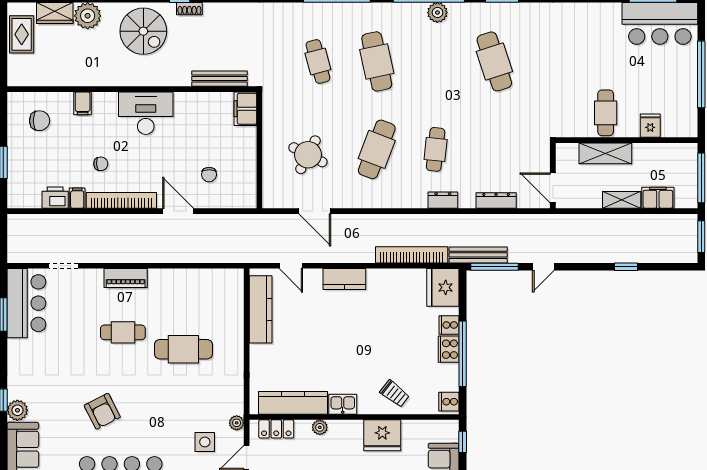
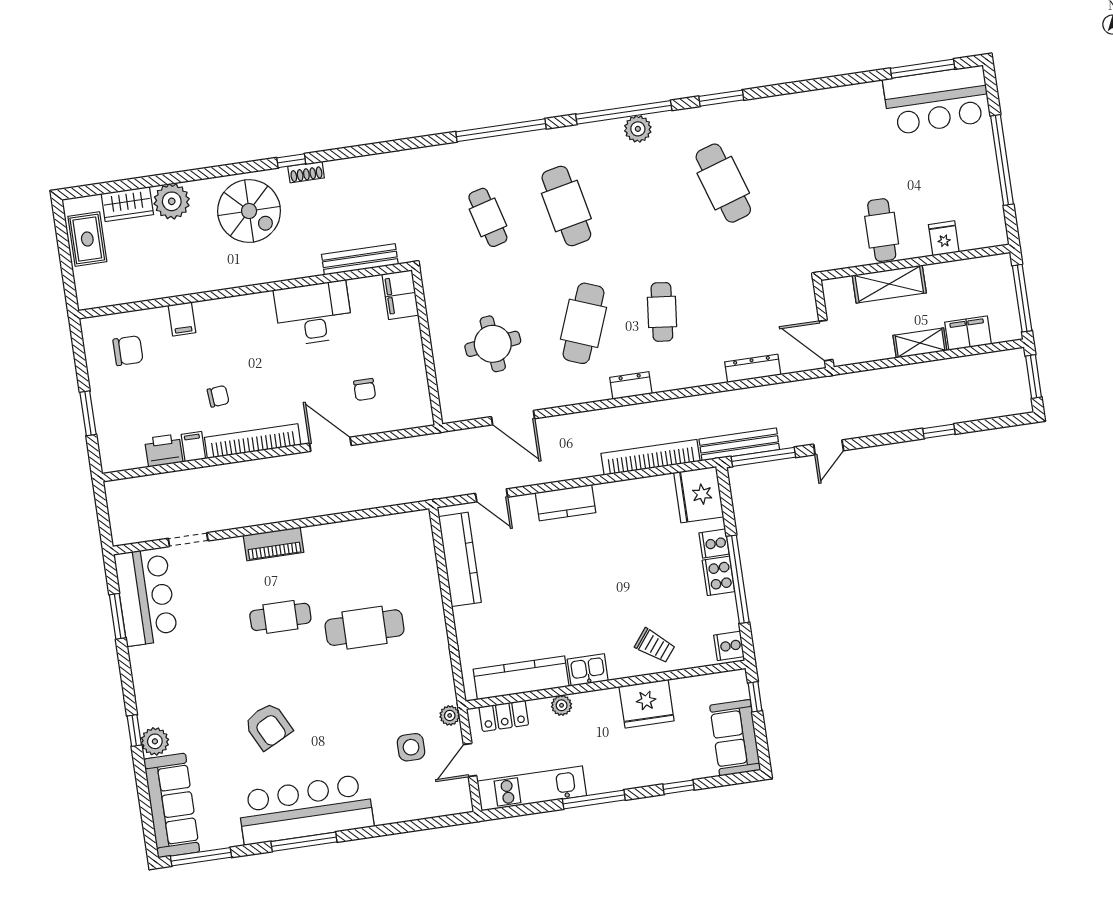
desk: (146, 113) -> (313, 313), moved
round table: (308, 155) -> (493, 344), turned -33
dresser: (443, 200) -> (631, 386), moved

